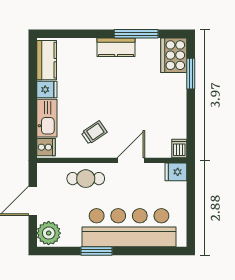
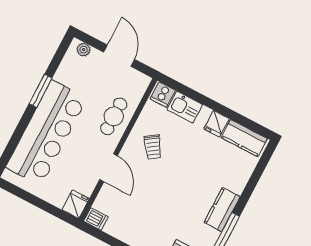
kitchen sink: (47, 118) -> (185, 107), width x0.73
plant: (49, 233) -> (84, 50), width x0.53, depth x0.53

